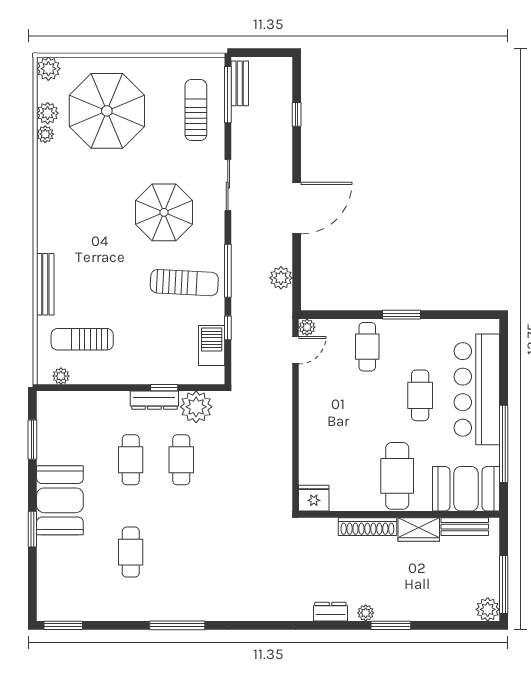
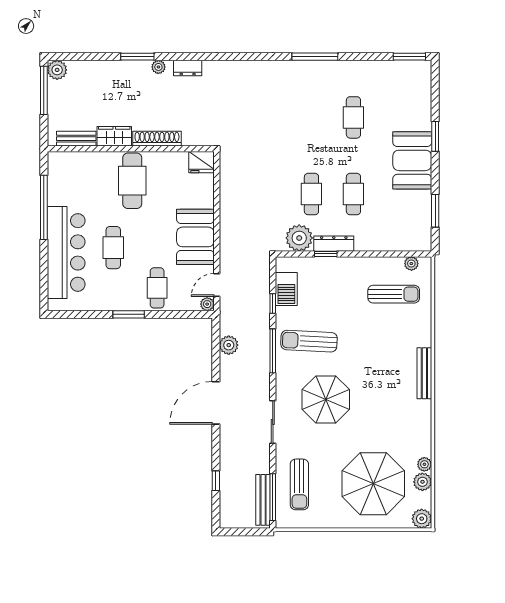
bench: (240, 83) -> (263, 500), width x1.36
bench: (45, 284) -> (424, 373), moved
booth: (466, 489) -> (195, 237), moved, turned 90

